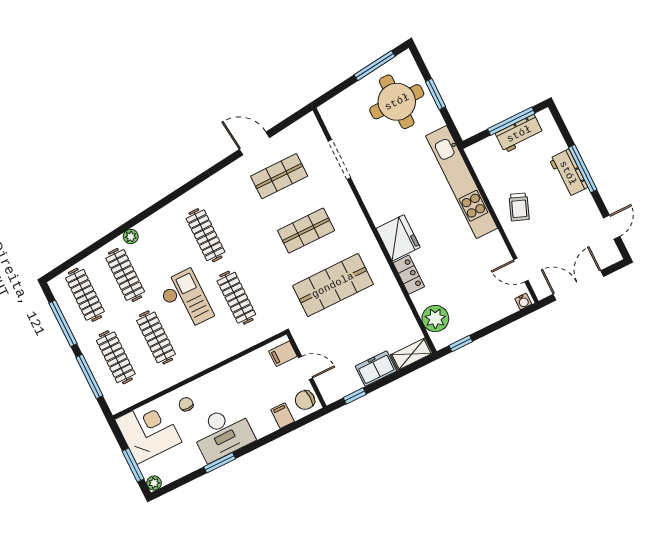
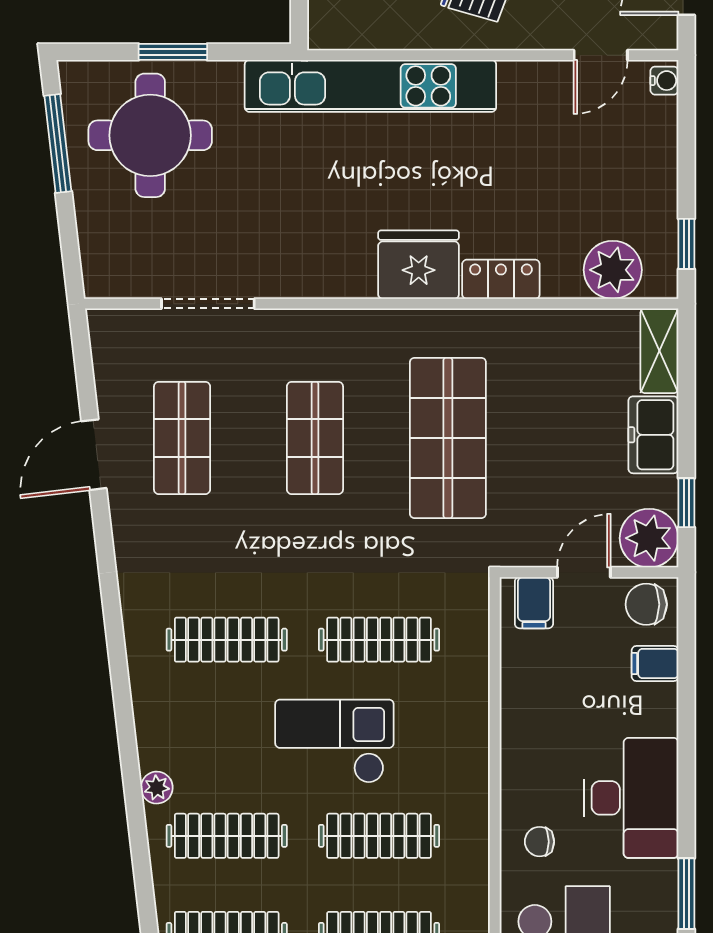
plant: (333, 388) -> (649, 538), added
chair: (305, 400) -> (646, 604), turned 93
window: (220, 463) -> (686, 894), moved

